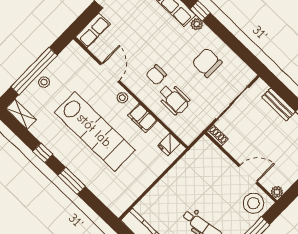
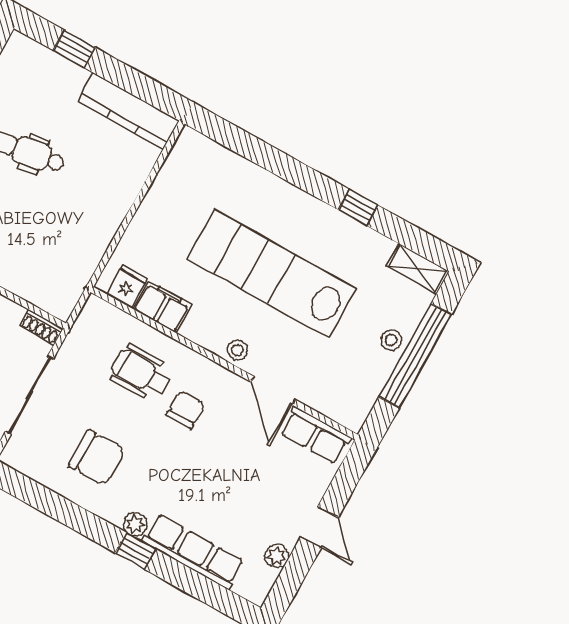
row of seats: (93, 30) -> (315, 435), moved, turned -90
filing cabinet: (142, 118) -> (162, 307), moved
window: (72, 181) -> (290, 170), removed

